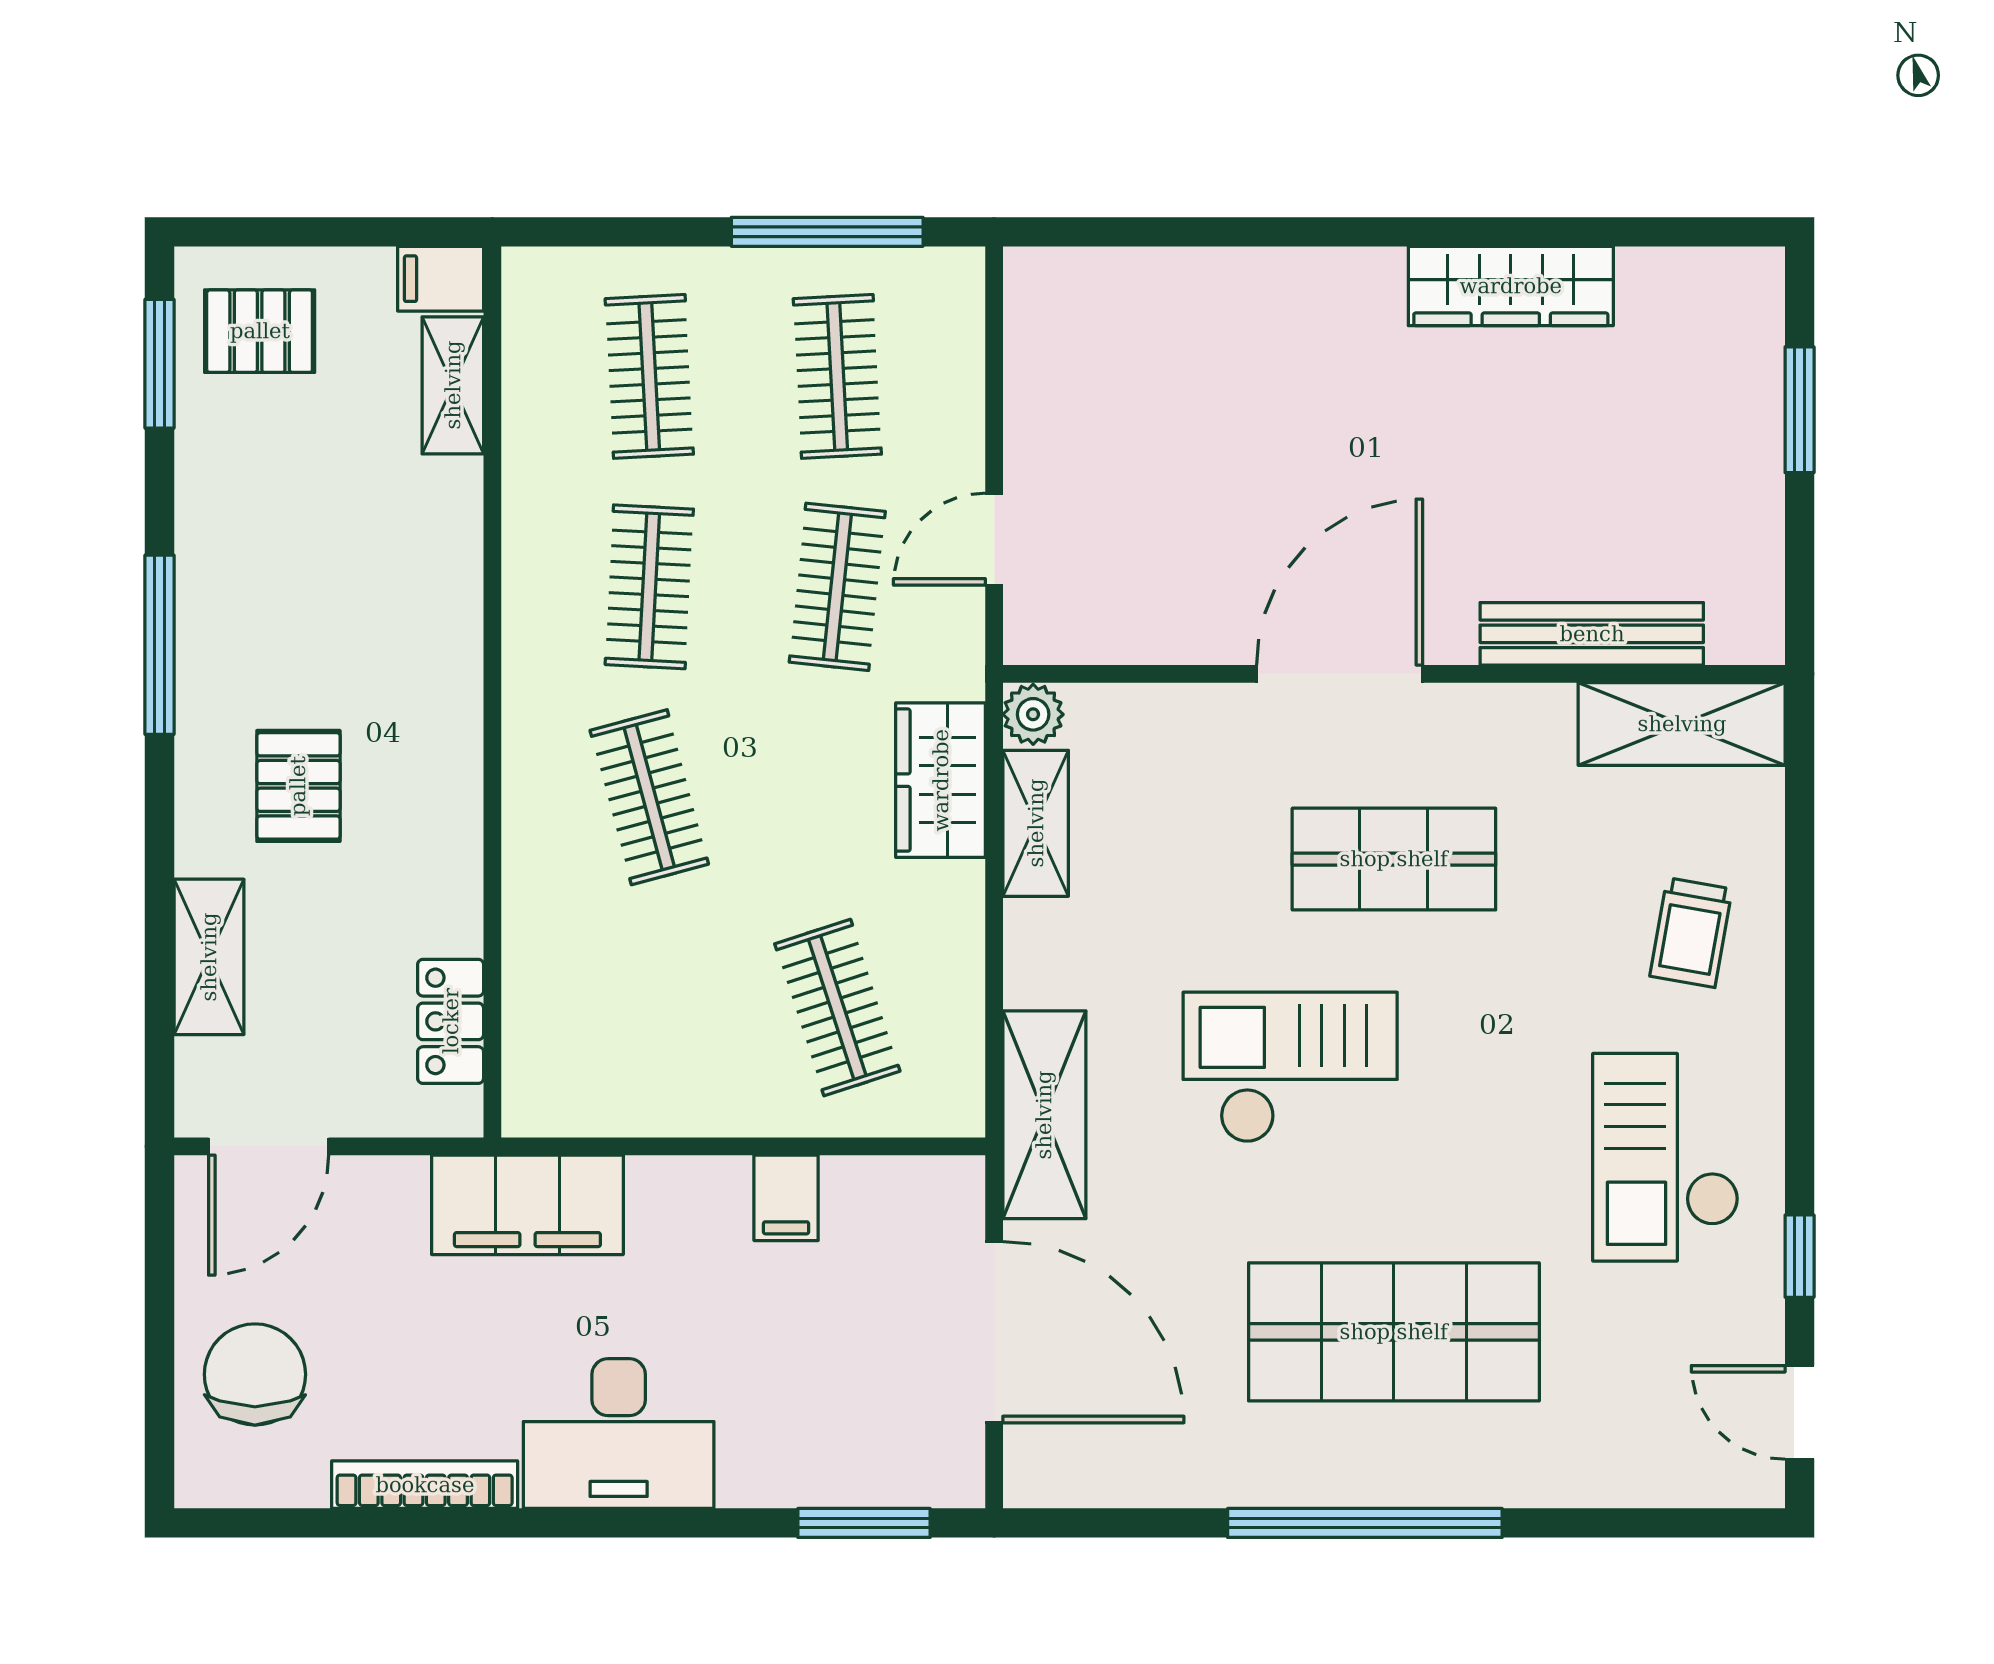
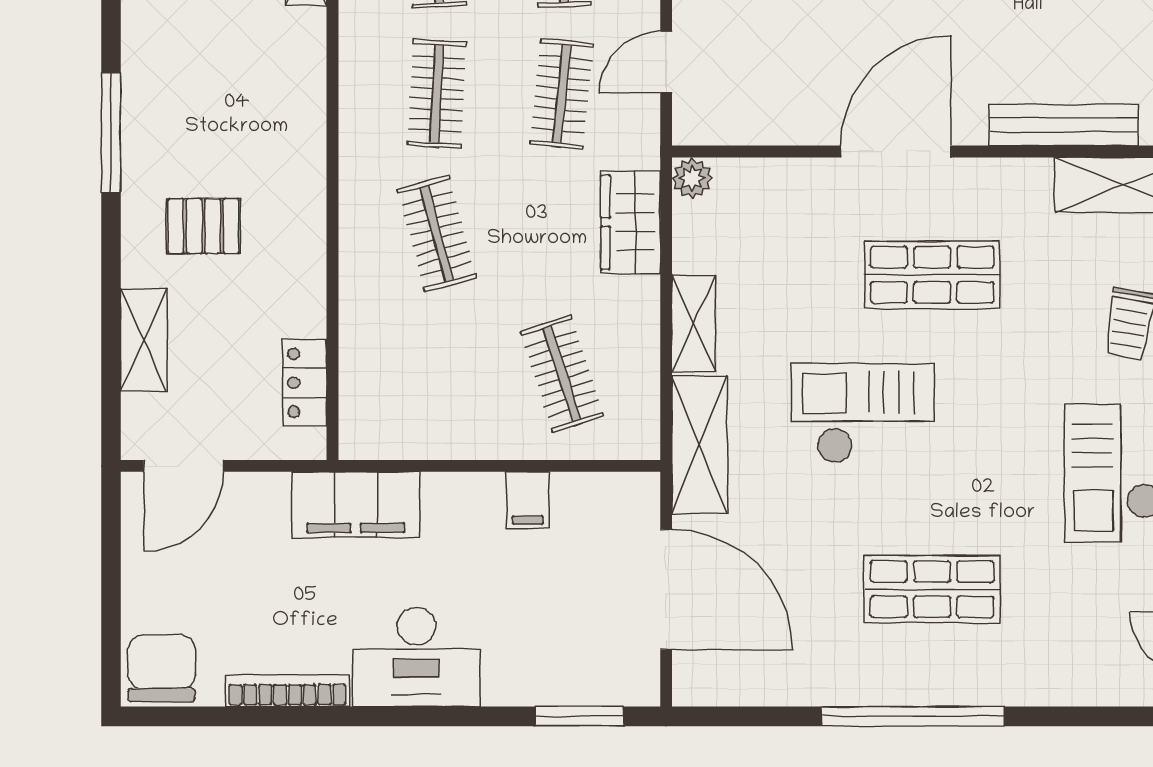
pallet: (298, 786) -> (203, 226), turned 90
shelving: (1036, 823) -> (694, 323), moved
shop shelf: (1394, 1332) -> (932, 589), width x0.70, depth x0.74
chair: (255, 1374) -> (162, 668), moved

